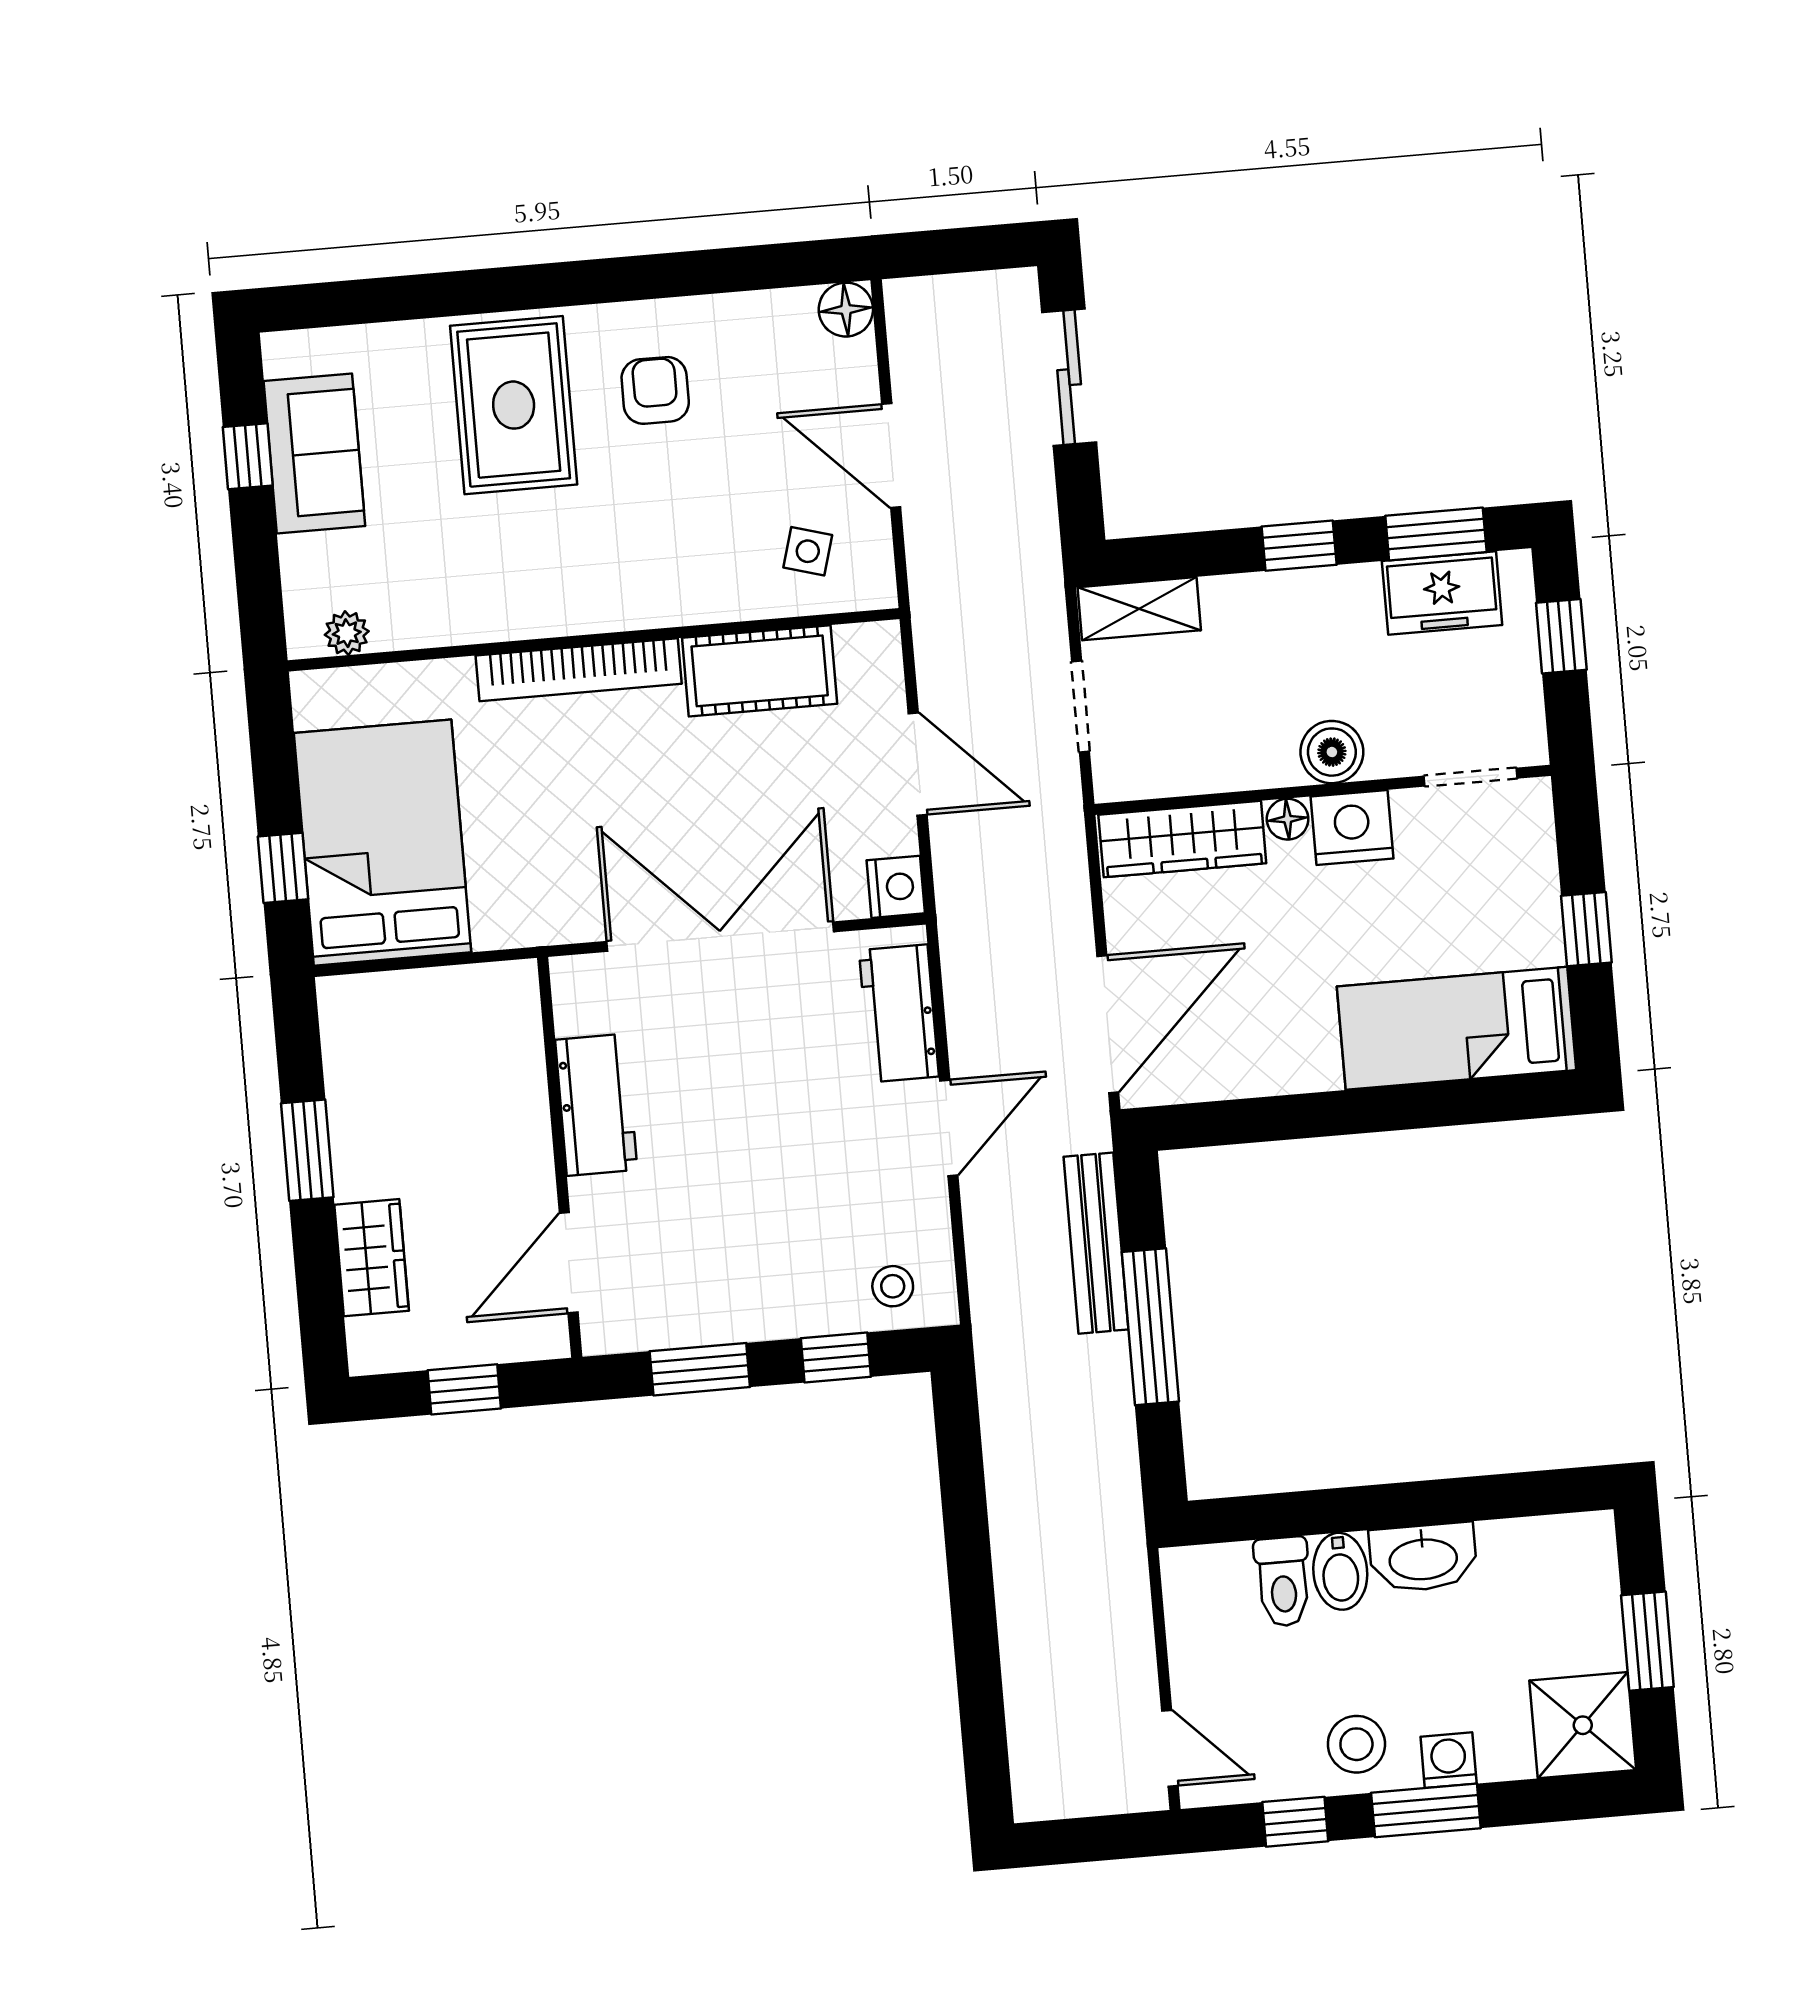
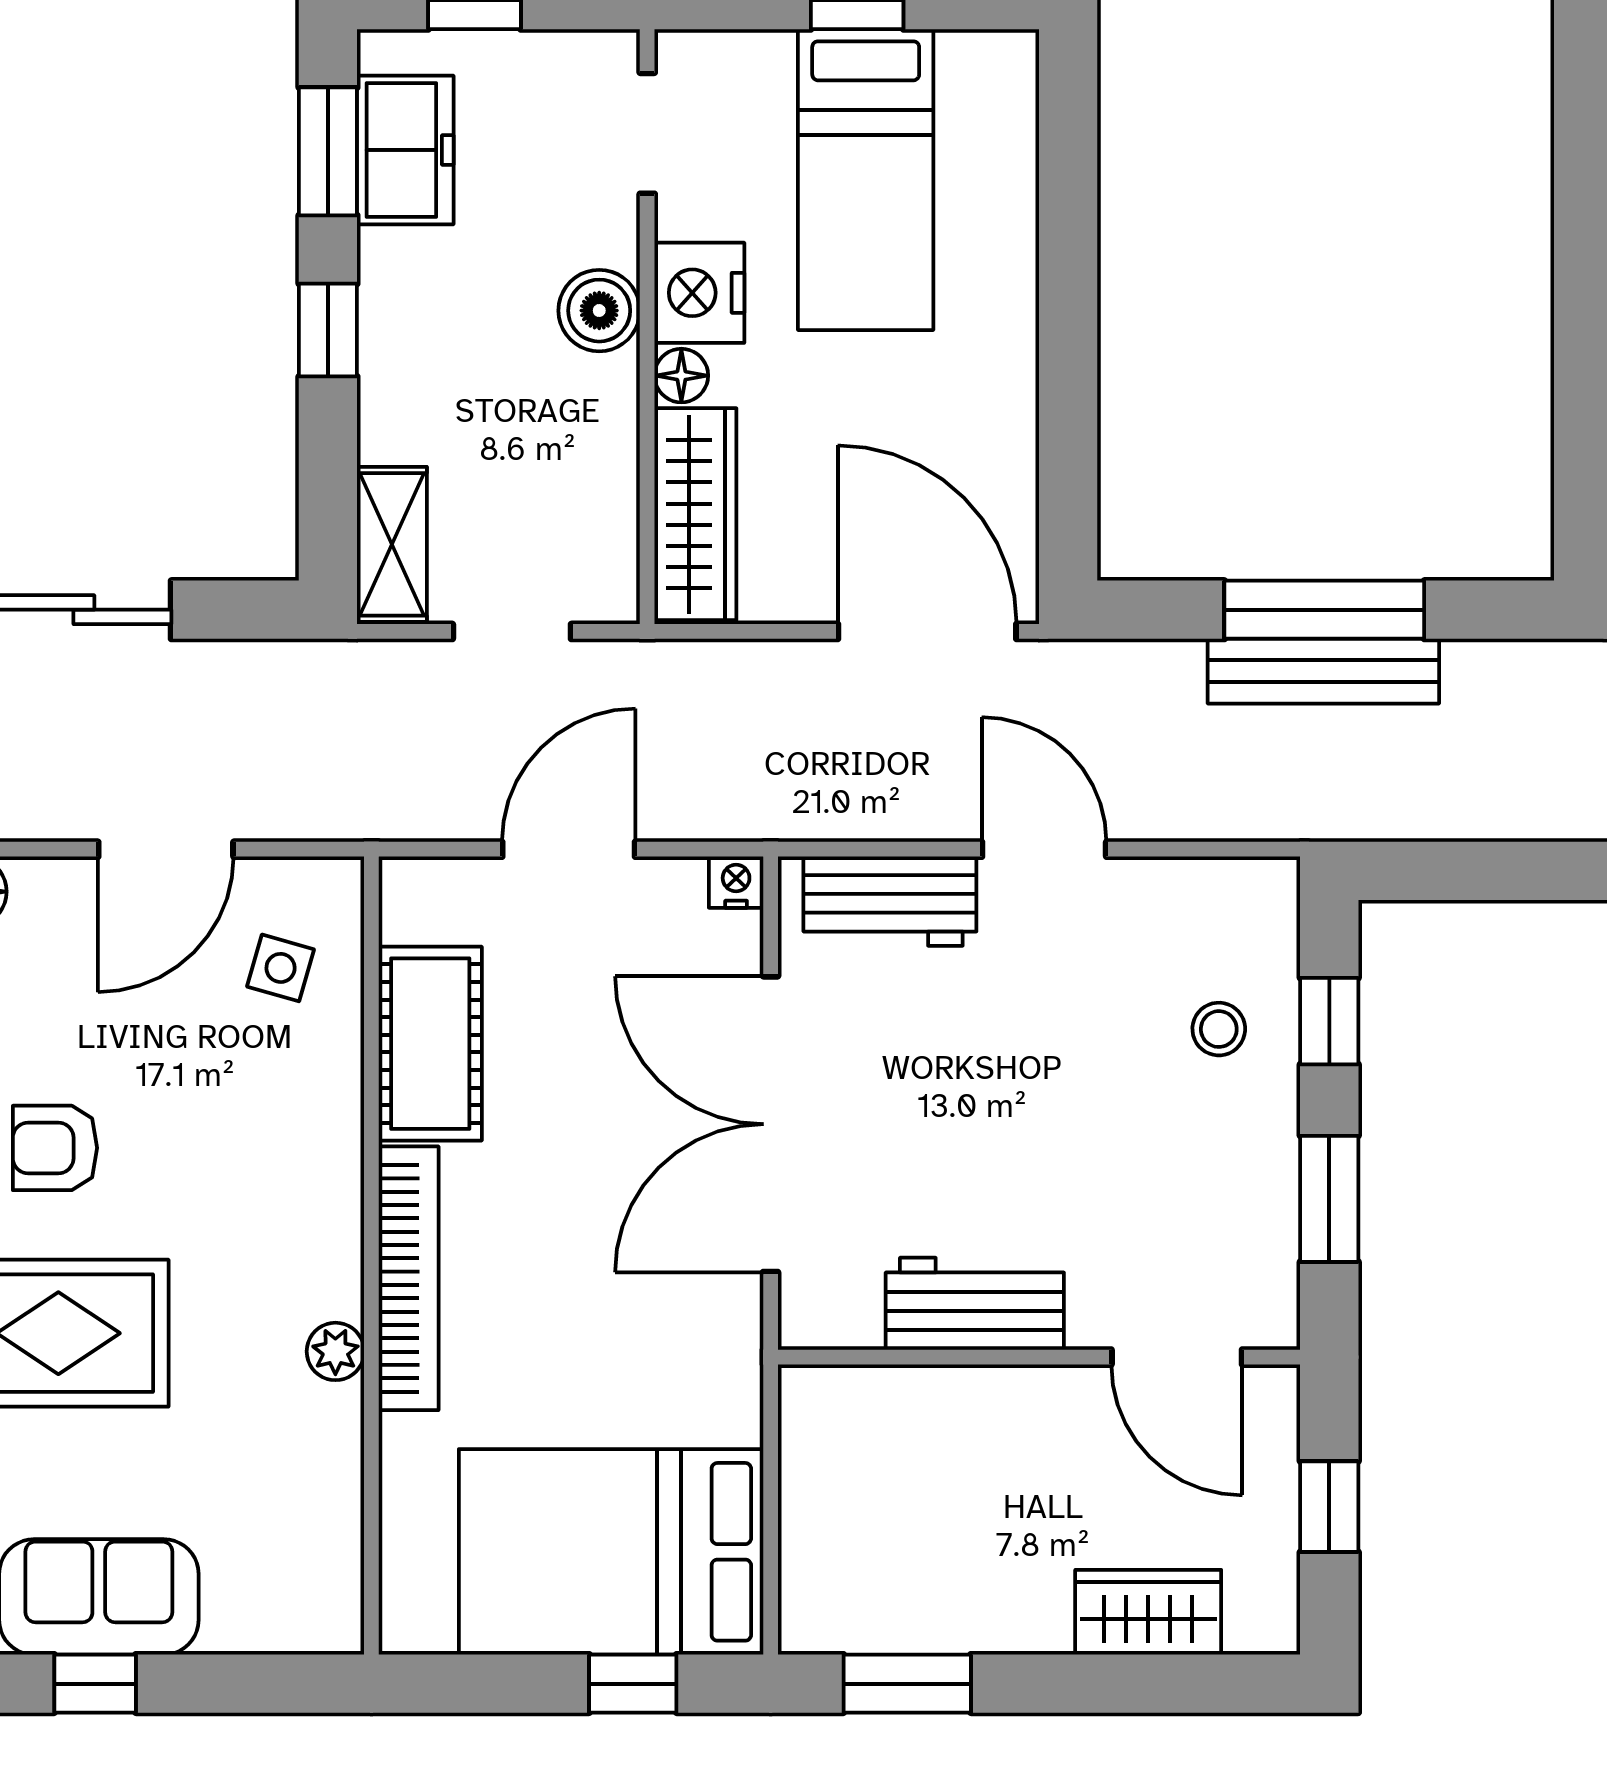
plant: (347, 633) -> (335, 1351), moved
nightstand: (896, 887) -> (736, 882), width x0.72, depth x0.74
bed: (1457, 1028) -> (866, 180), moved
window: (307, 1150) -> (907, 1684), moved
bench: (1096, 1243) -> (1323, 671), moved
stool: (893, 1286) -> (1219, 1029), moved

